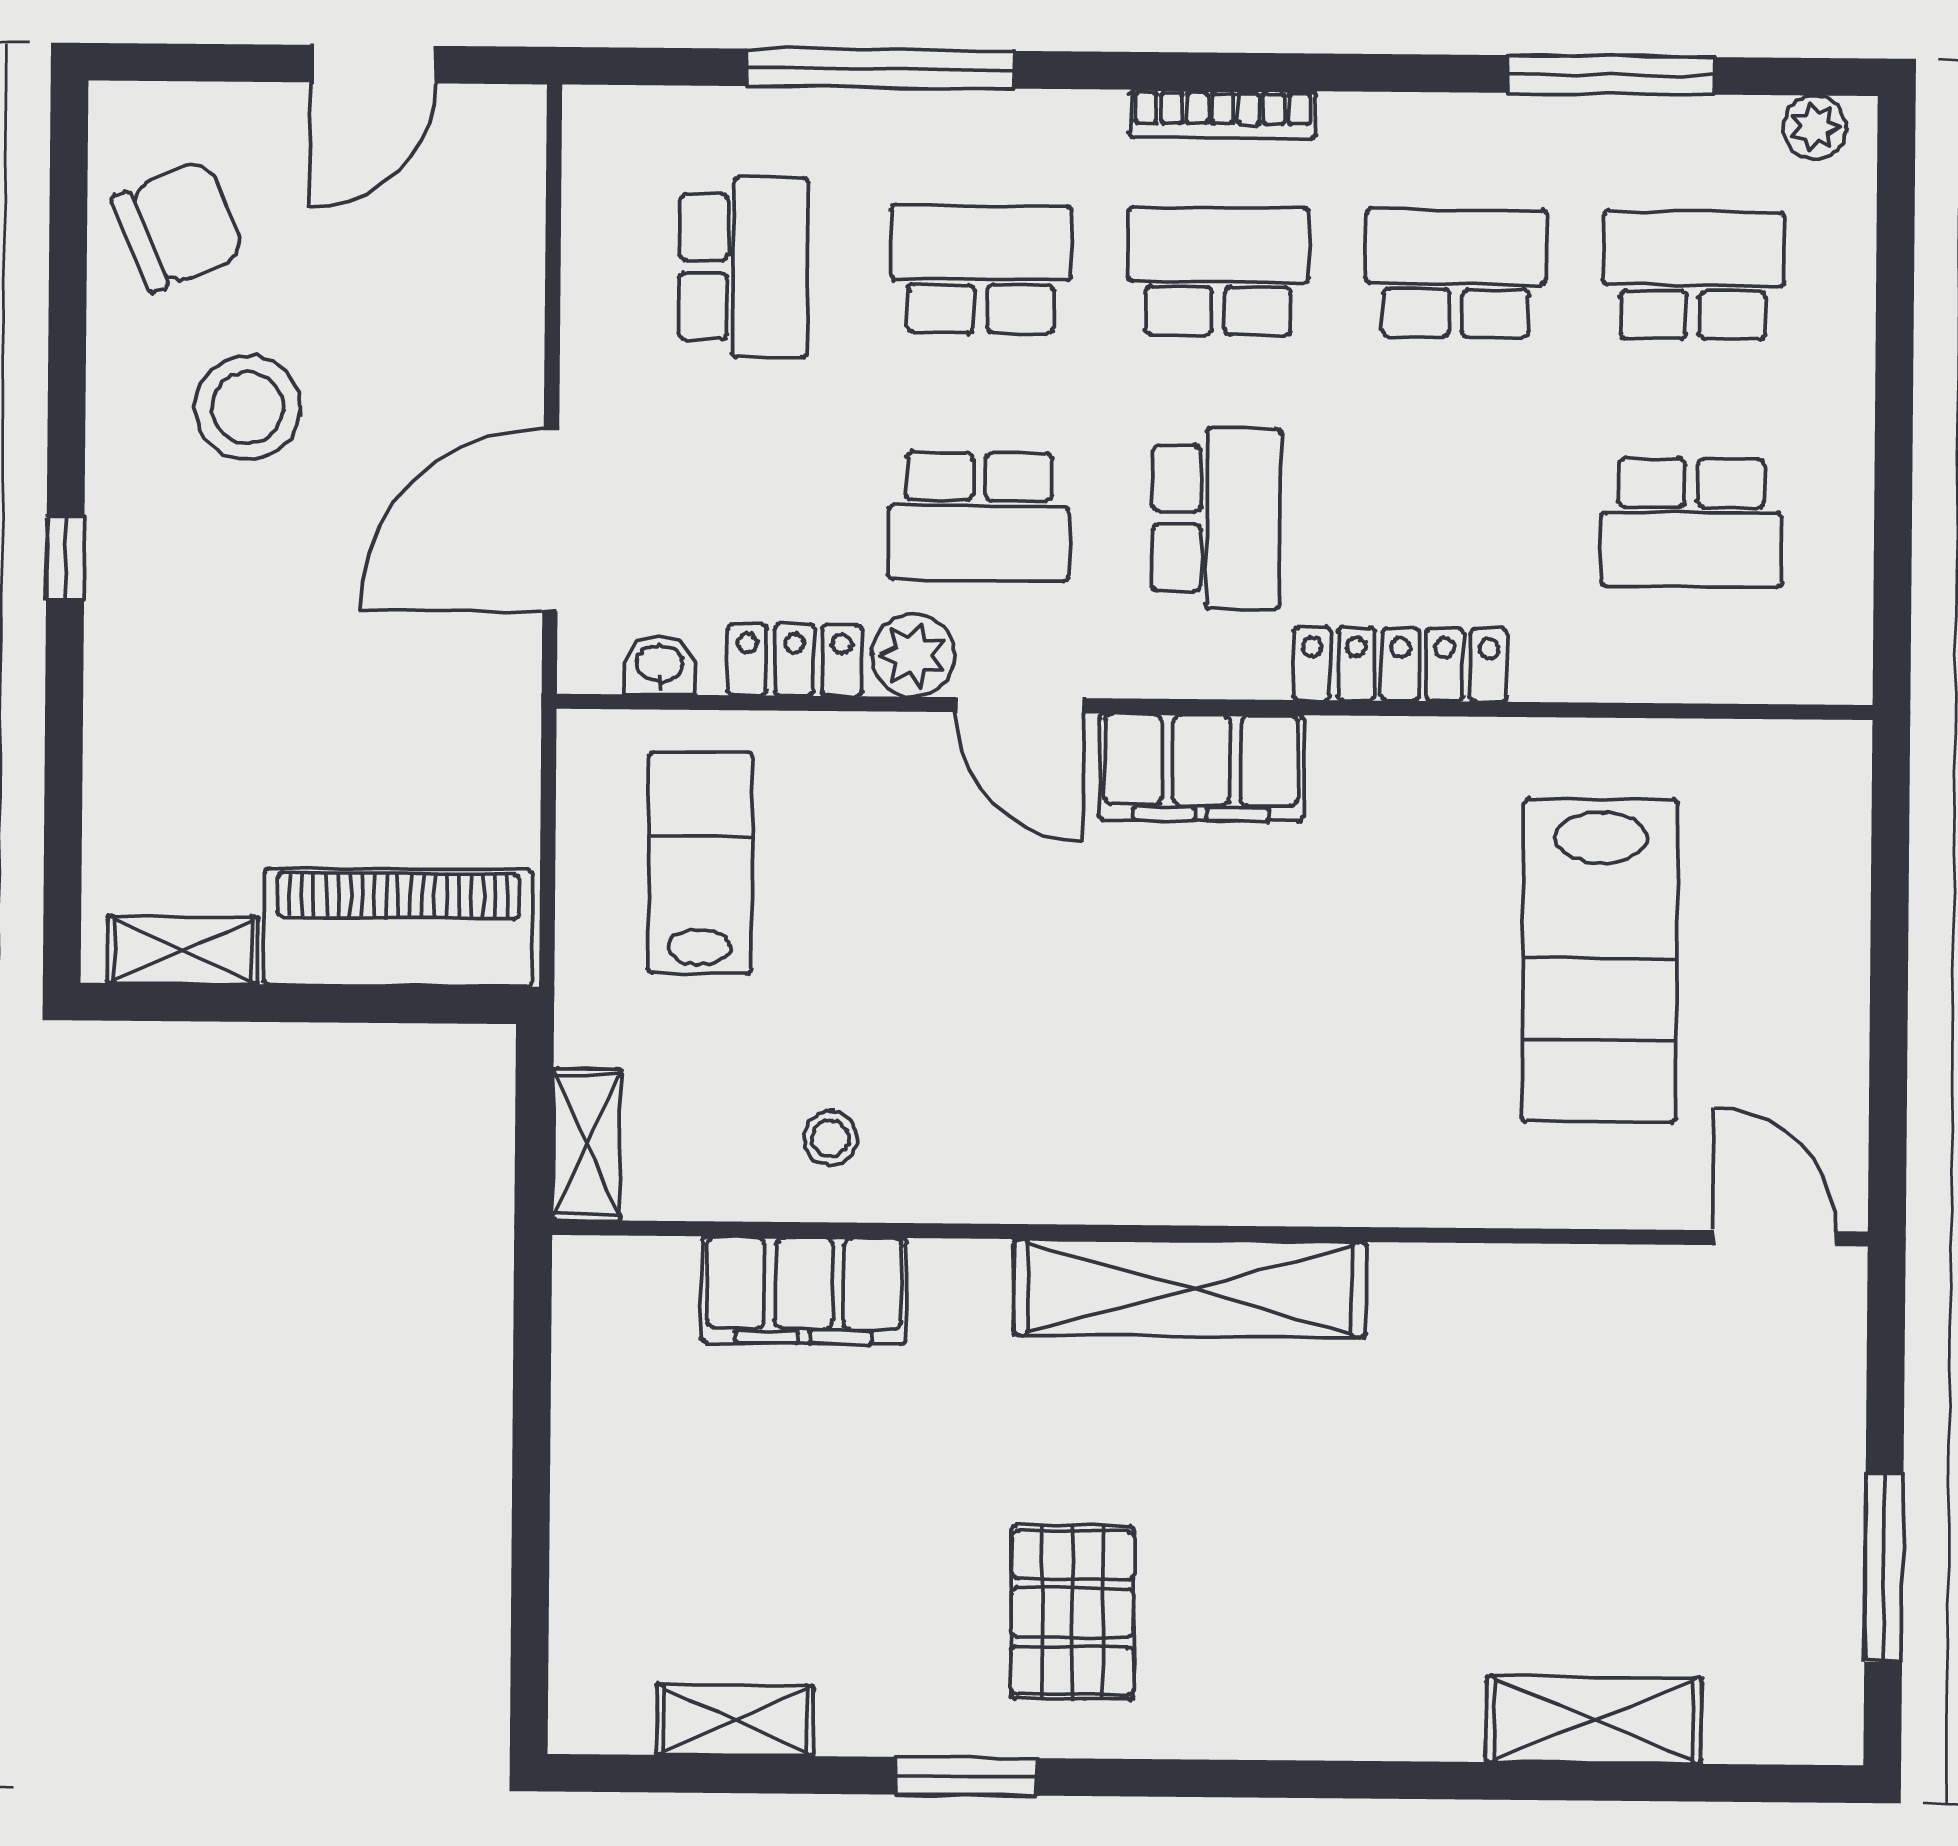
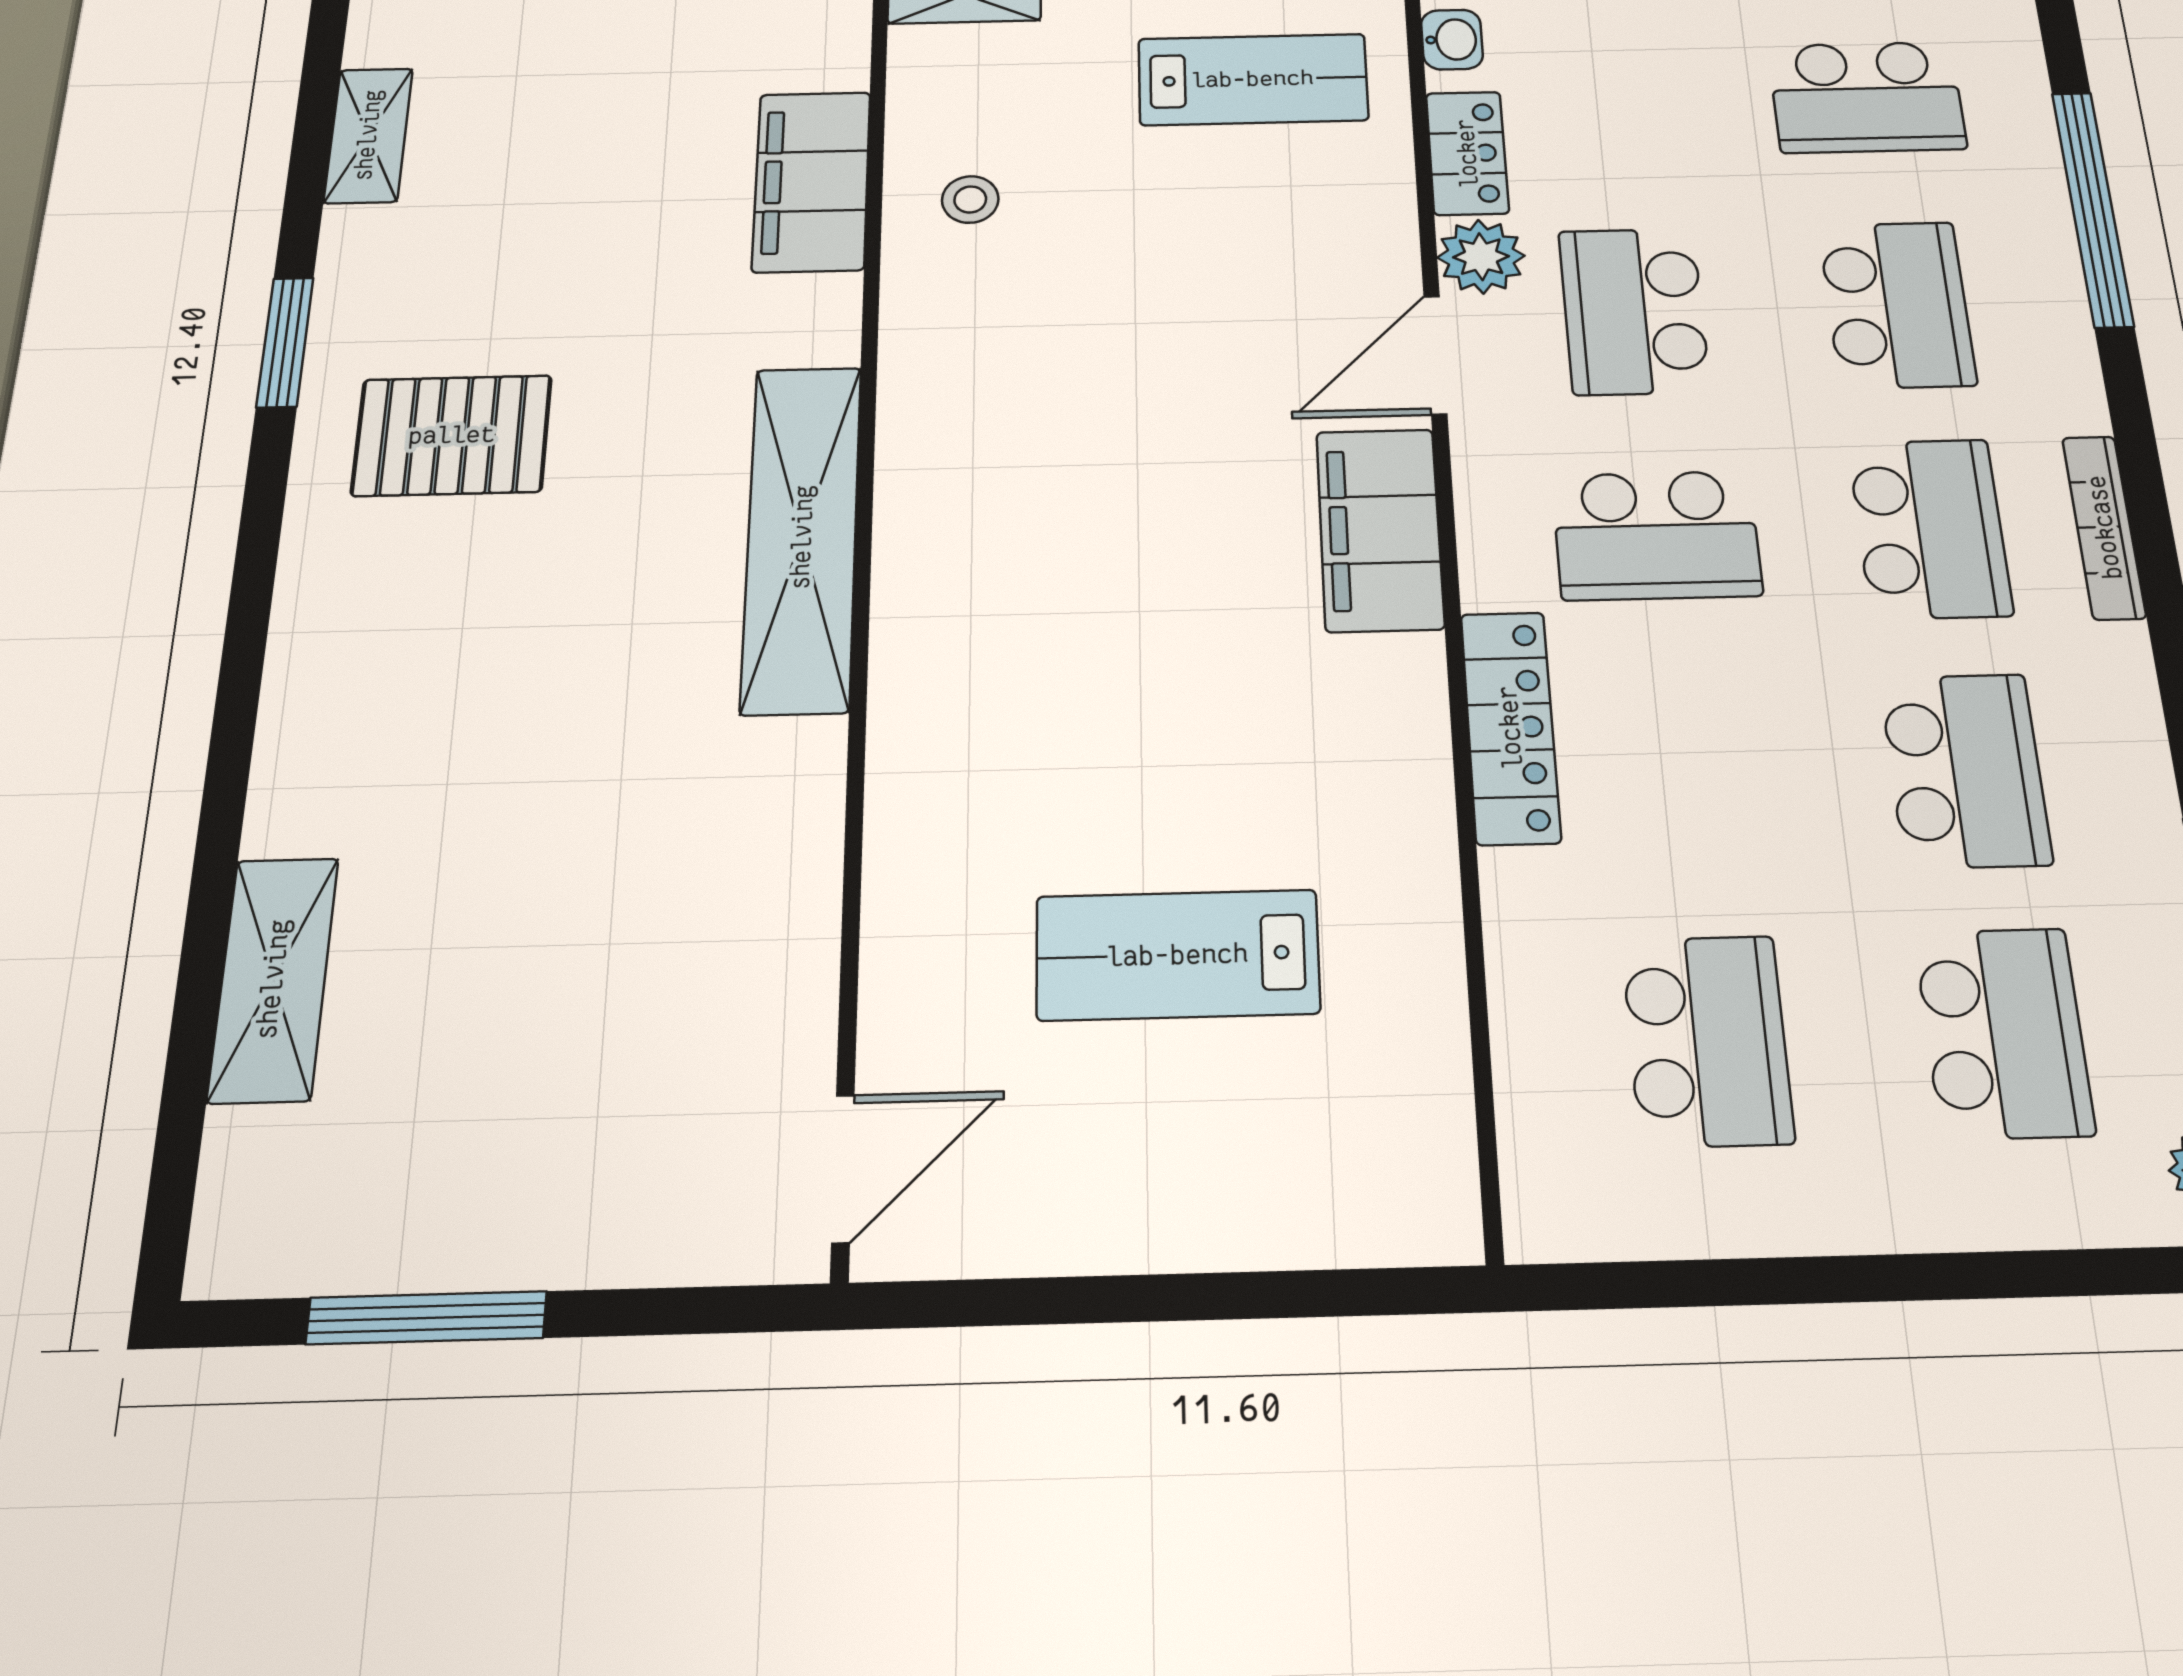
school desk: (1691, 523) -> (1707, 1041), turned 180
lab bench: (1600, 961) -> (1178, 955), width x0.73, depth x0.72

